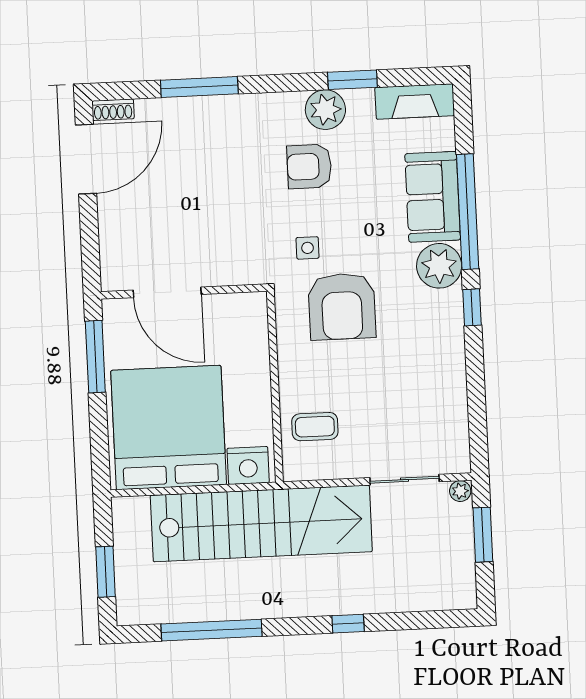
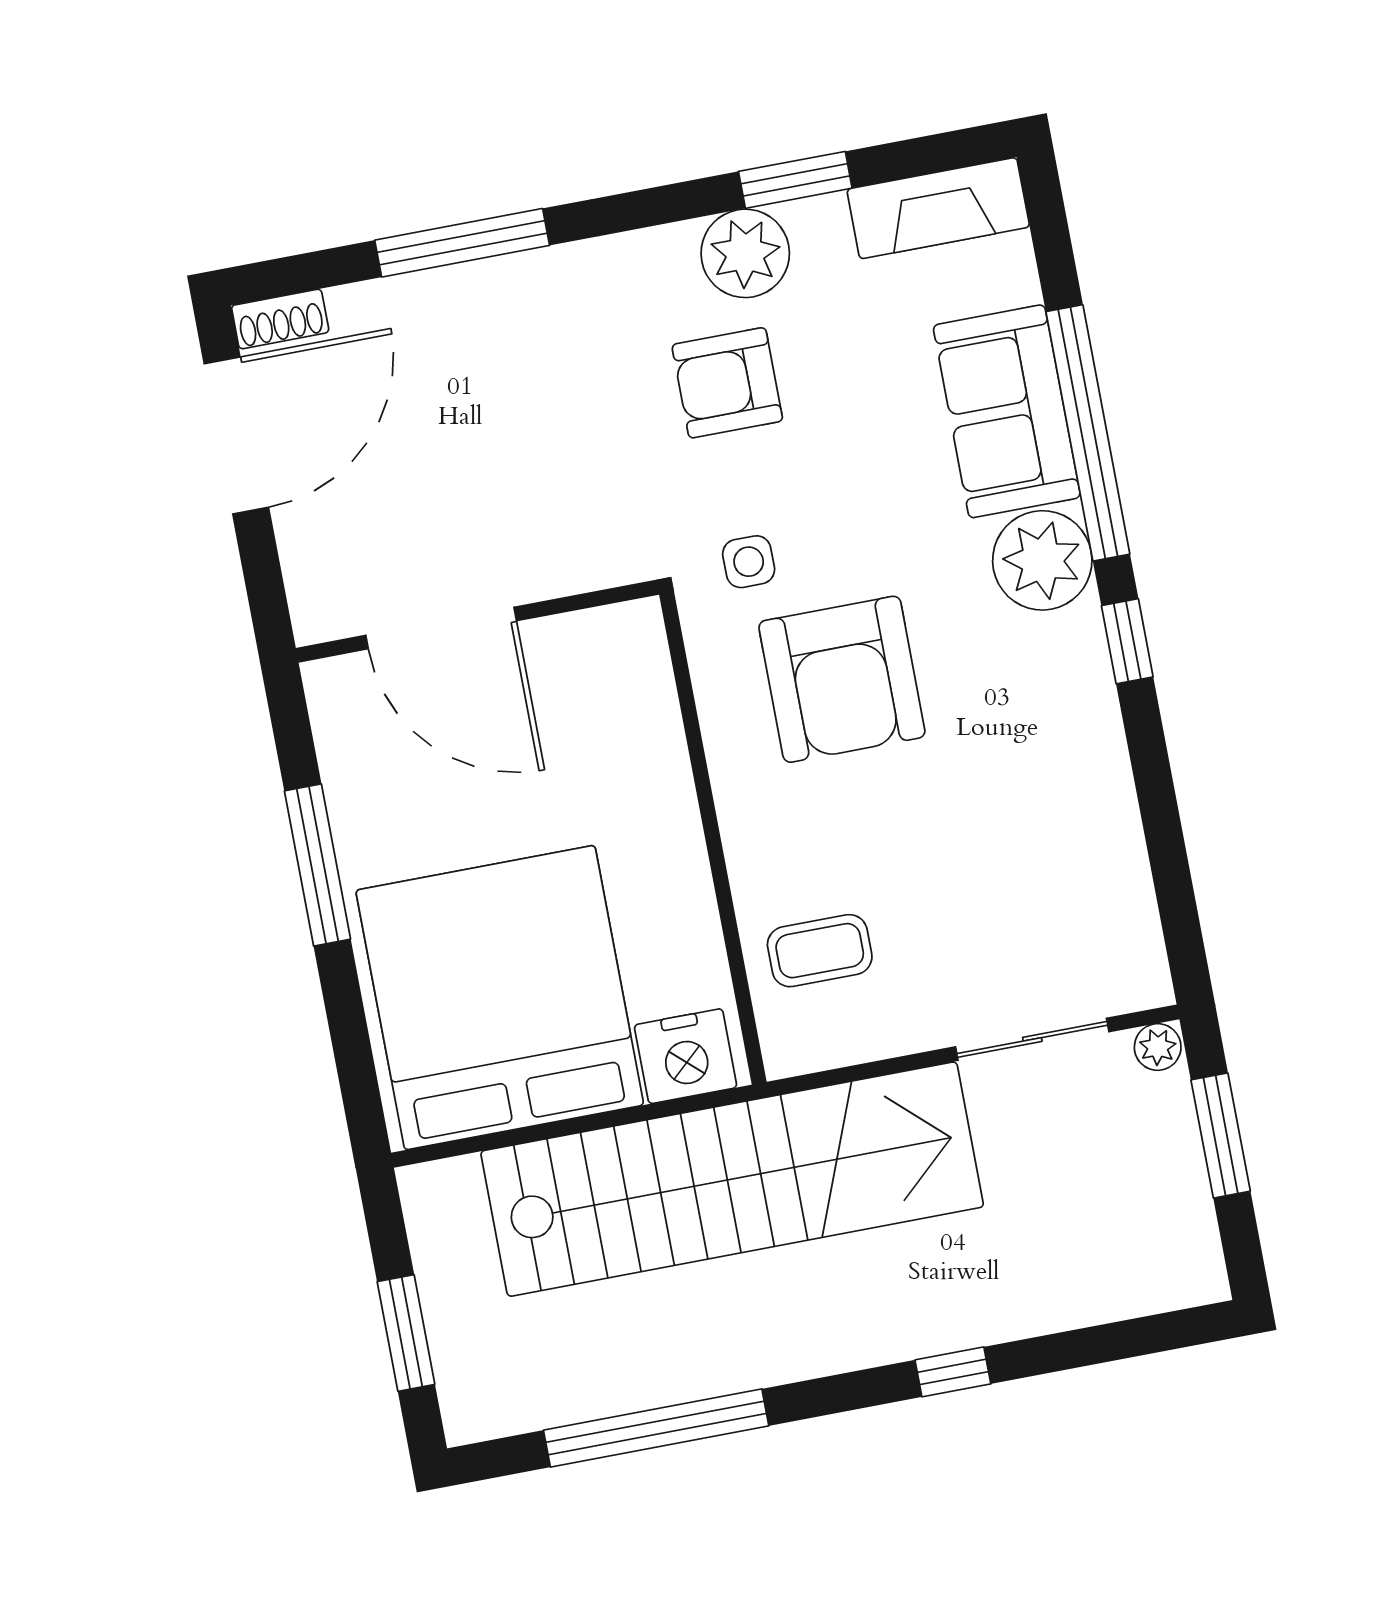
wall: (184, 291) -> (477, 621), moved
door: (167, 292) -> (441, 628), moved

